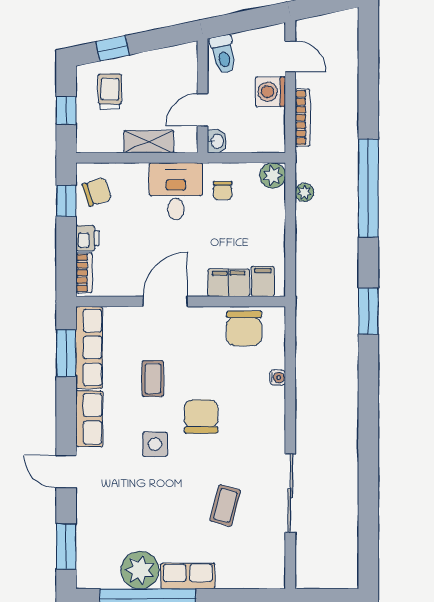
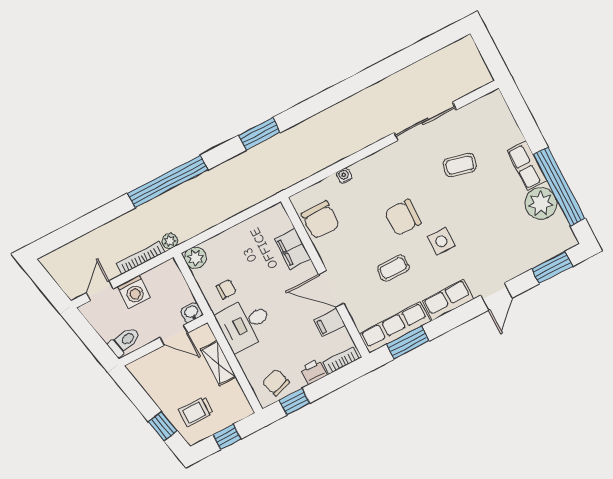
plant: (304, 192) -> (170, 241), moved
filing cabinet: (263, 281) -> (330, 323), moved
chair: (244, 328) -> (320, 220), turned 90

